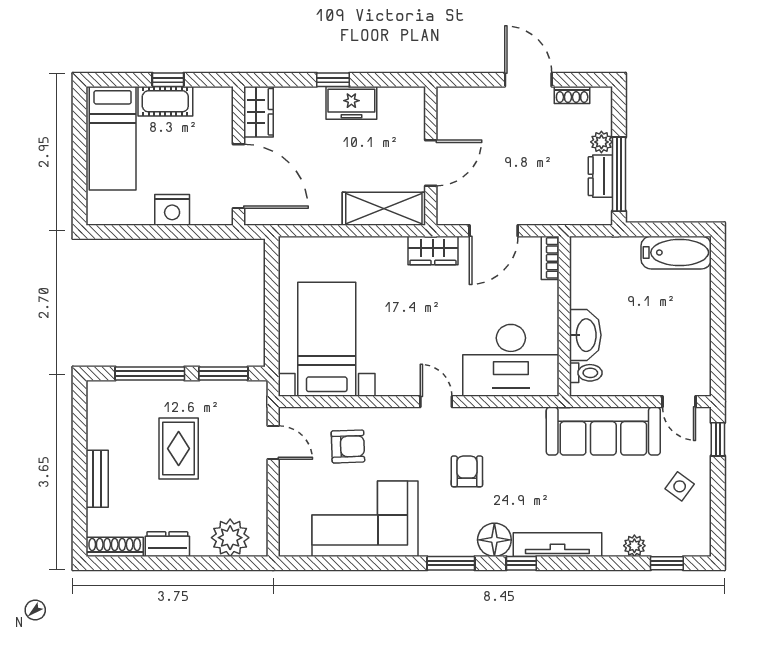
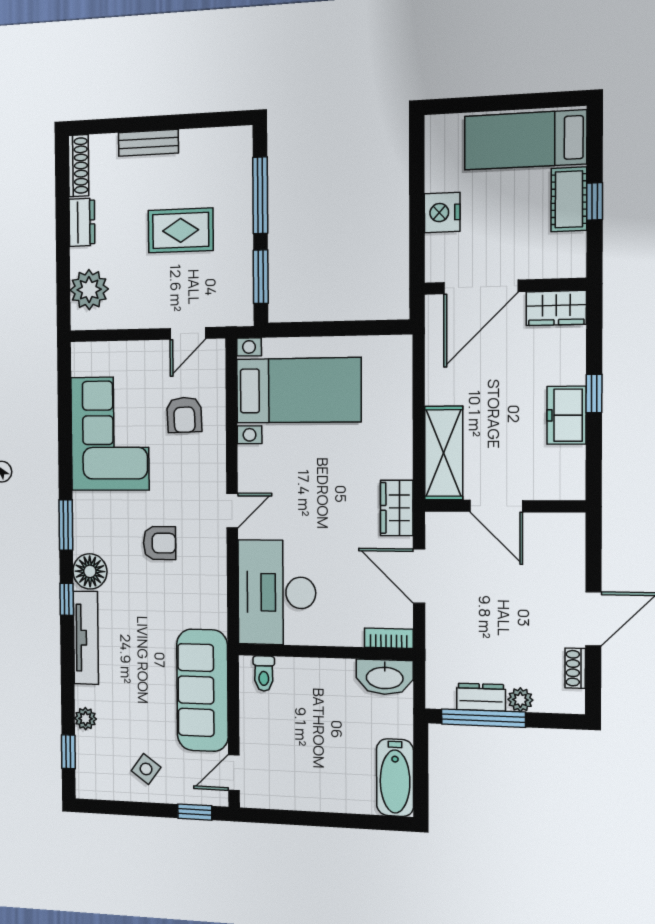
washbasin: (585, 335) -> (385, 677), moved

